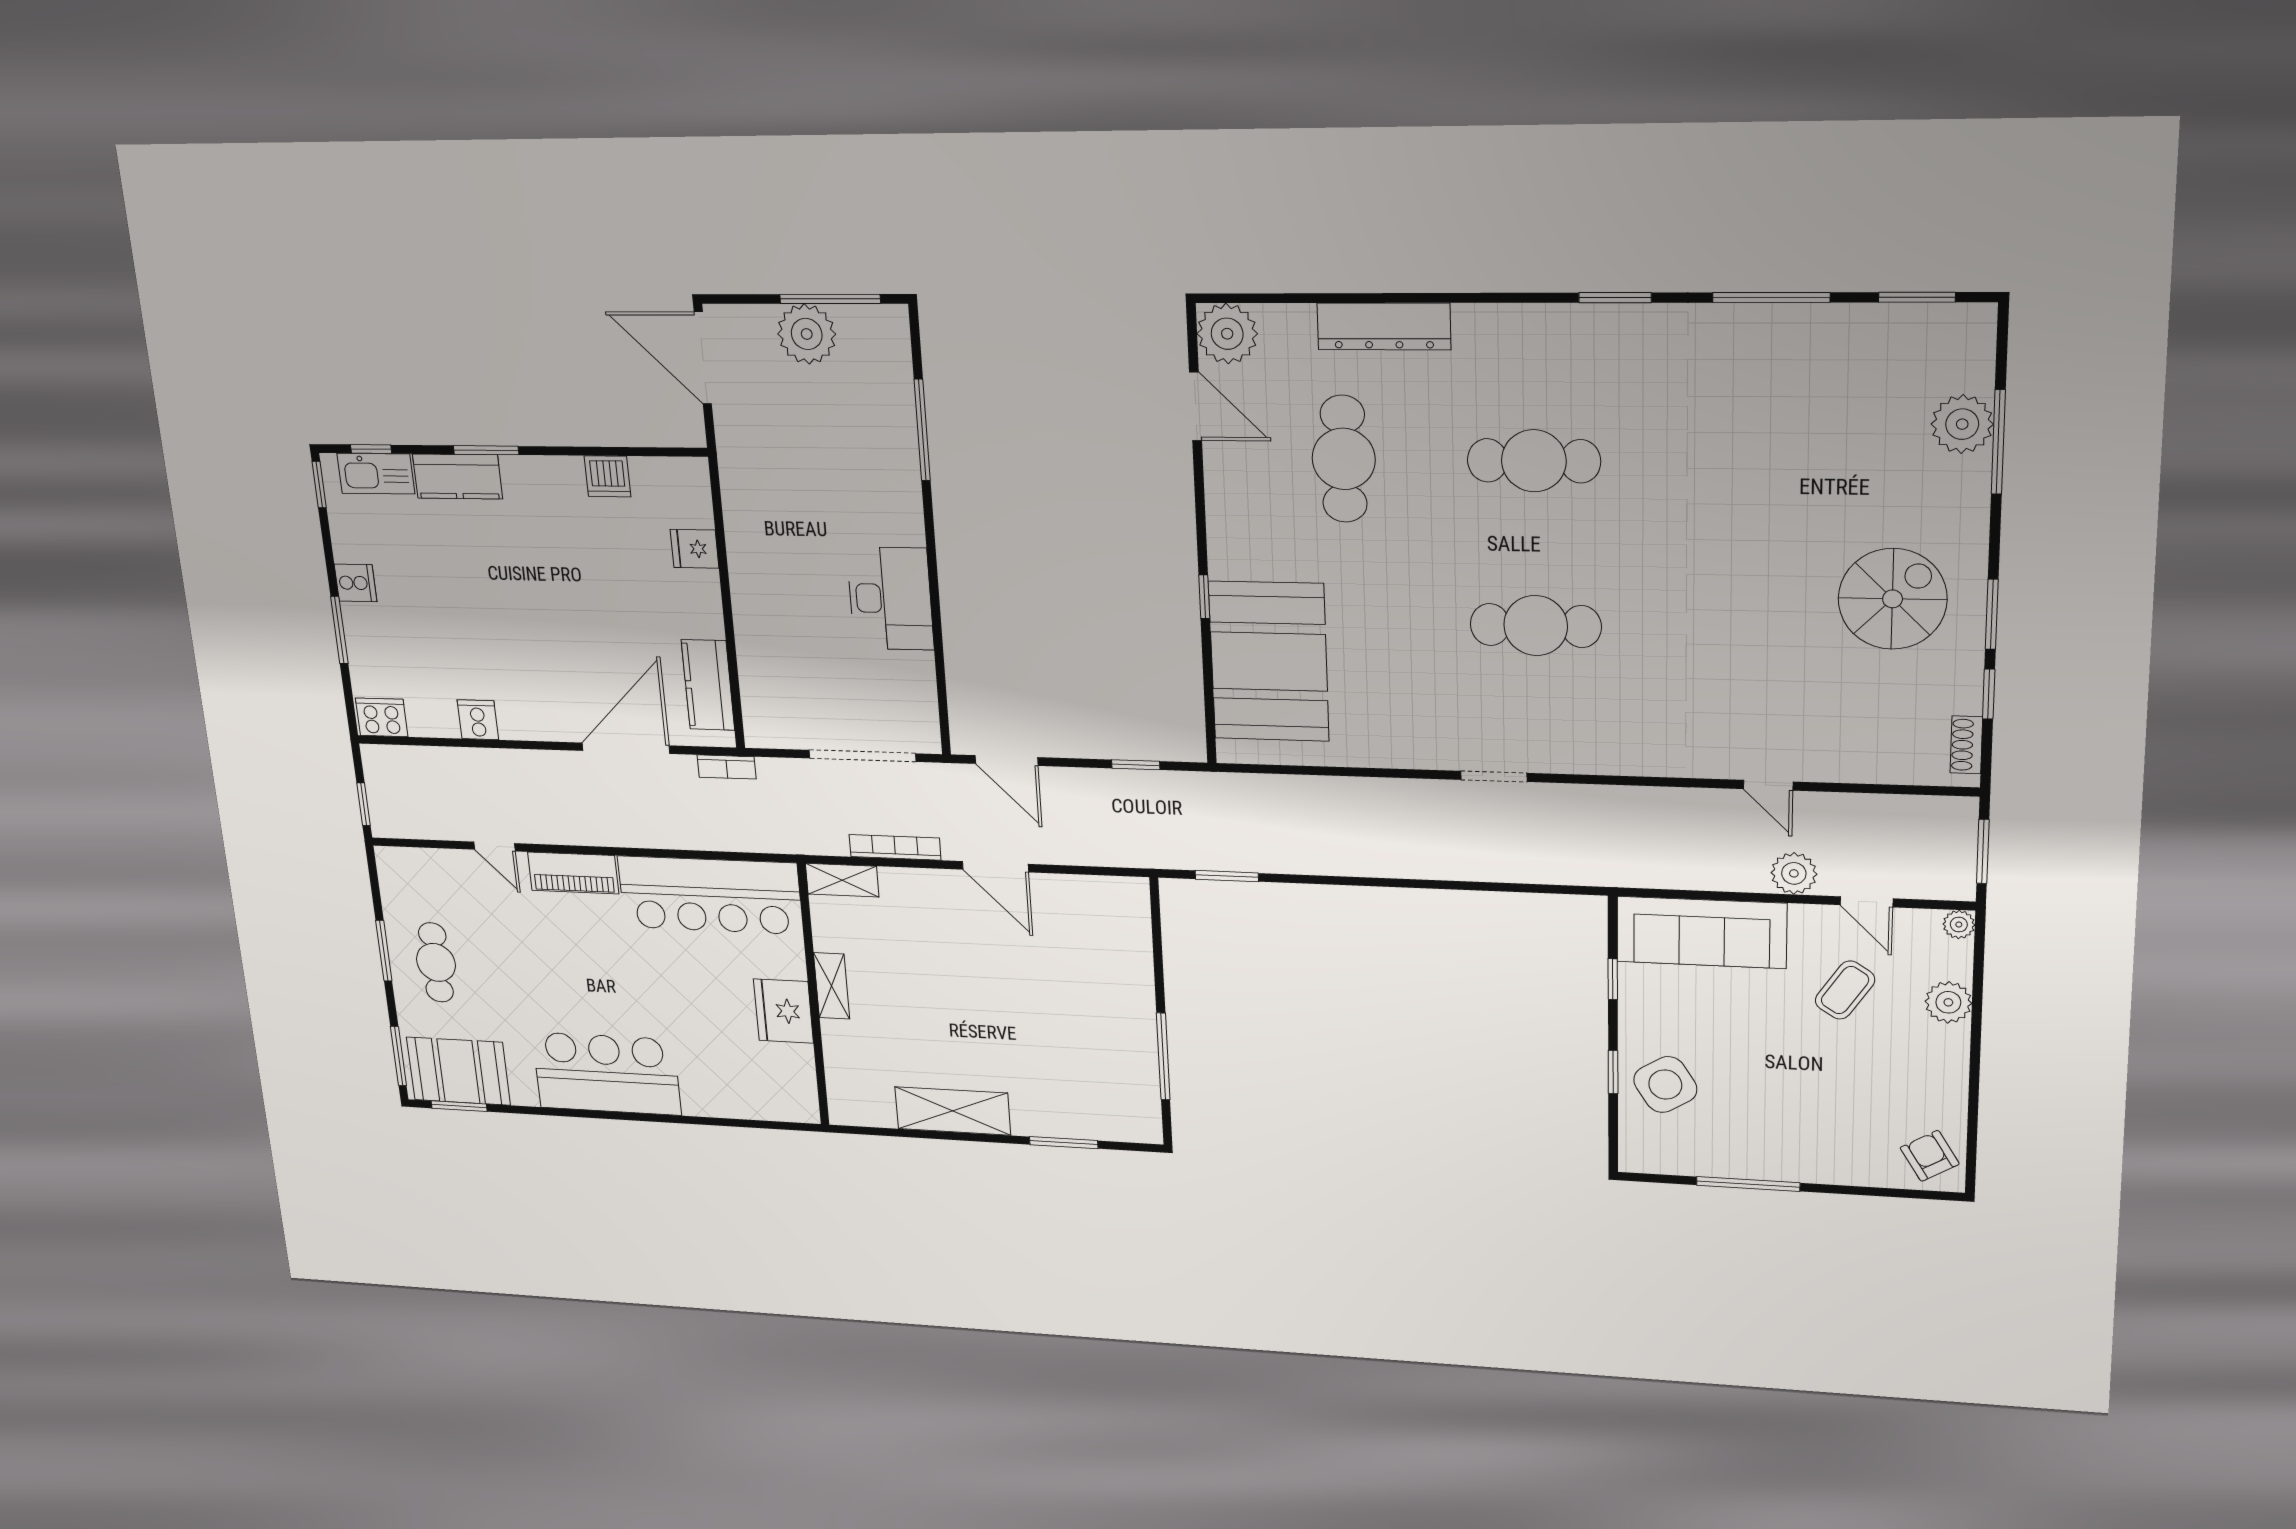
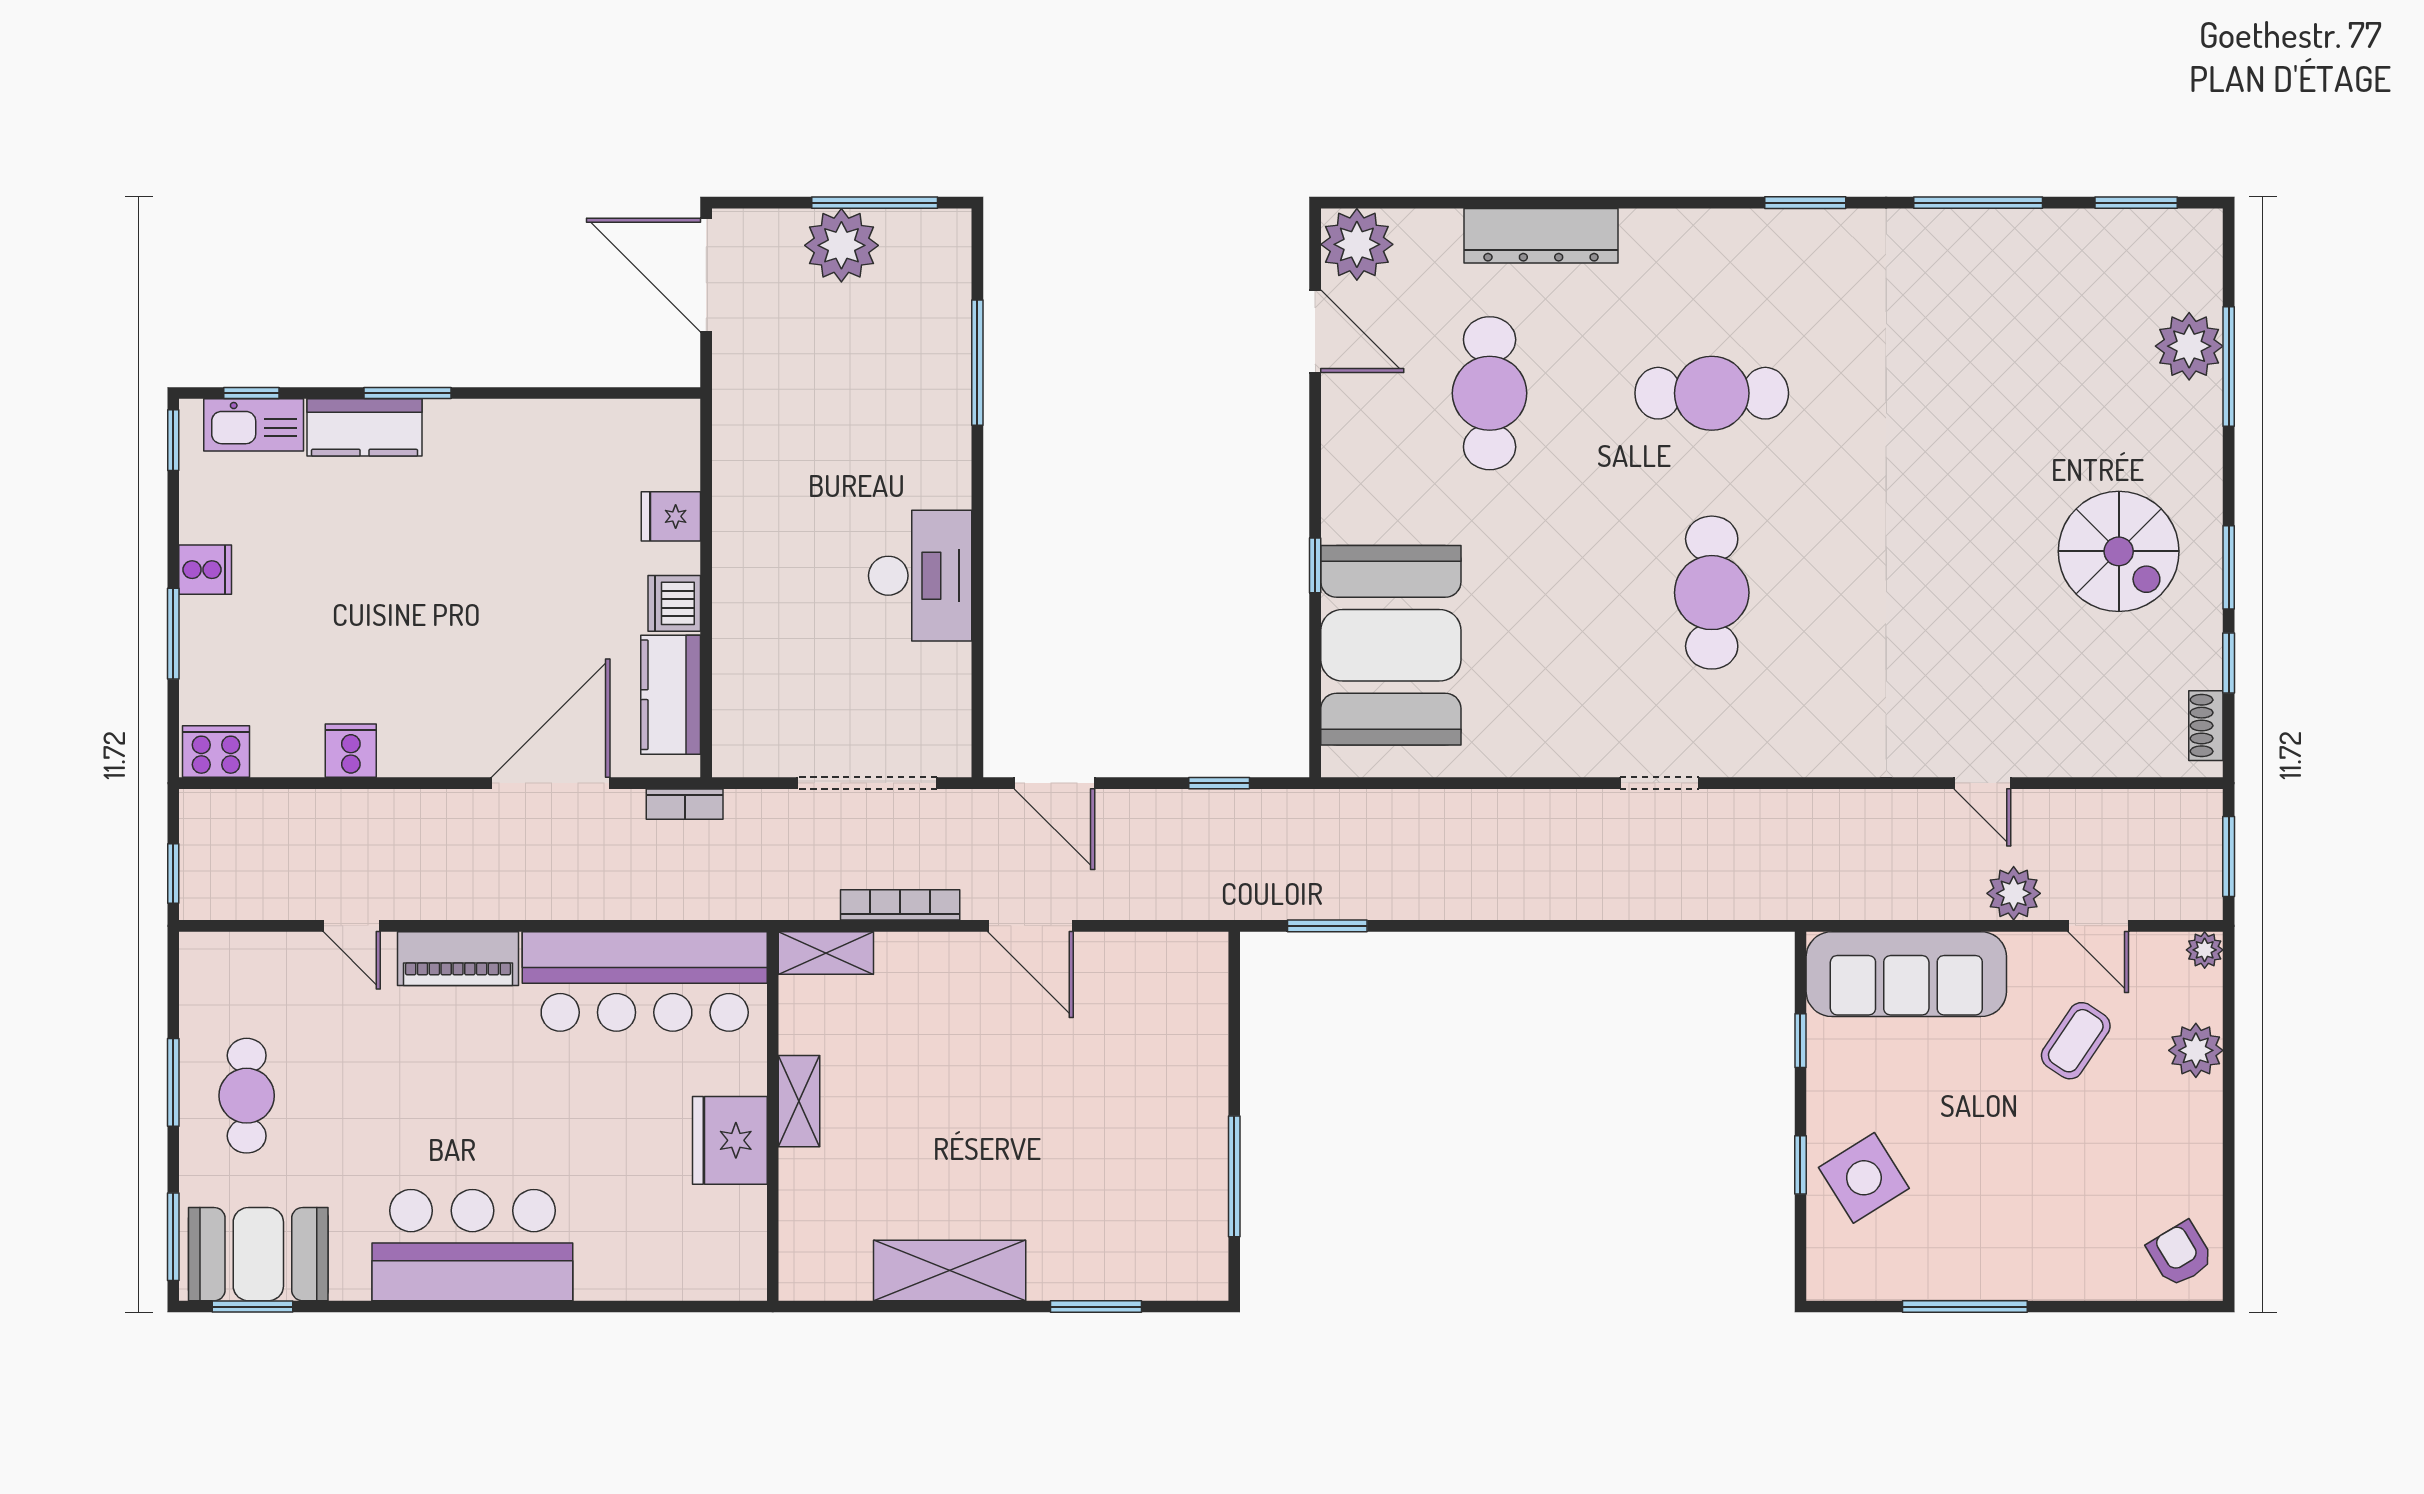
dishwasher: (607, 476) -> (674, 603), moved, turned 90
spiral stairs: (1893, 599) -> (2119, 551), turned 90
cafe table: (1536, 626) -> (1712, 593), turned 90

